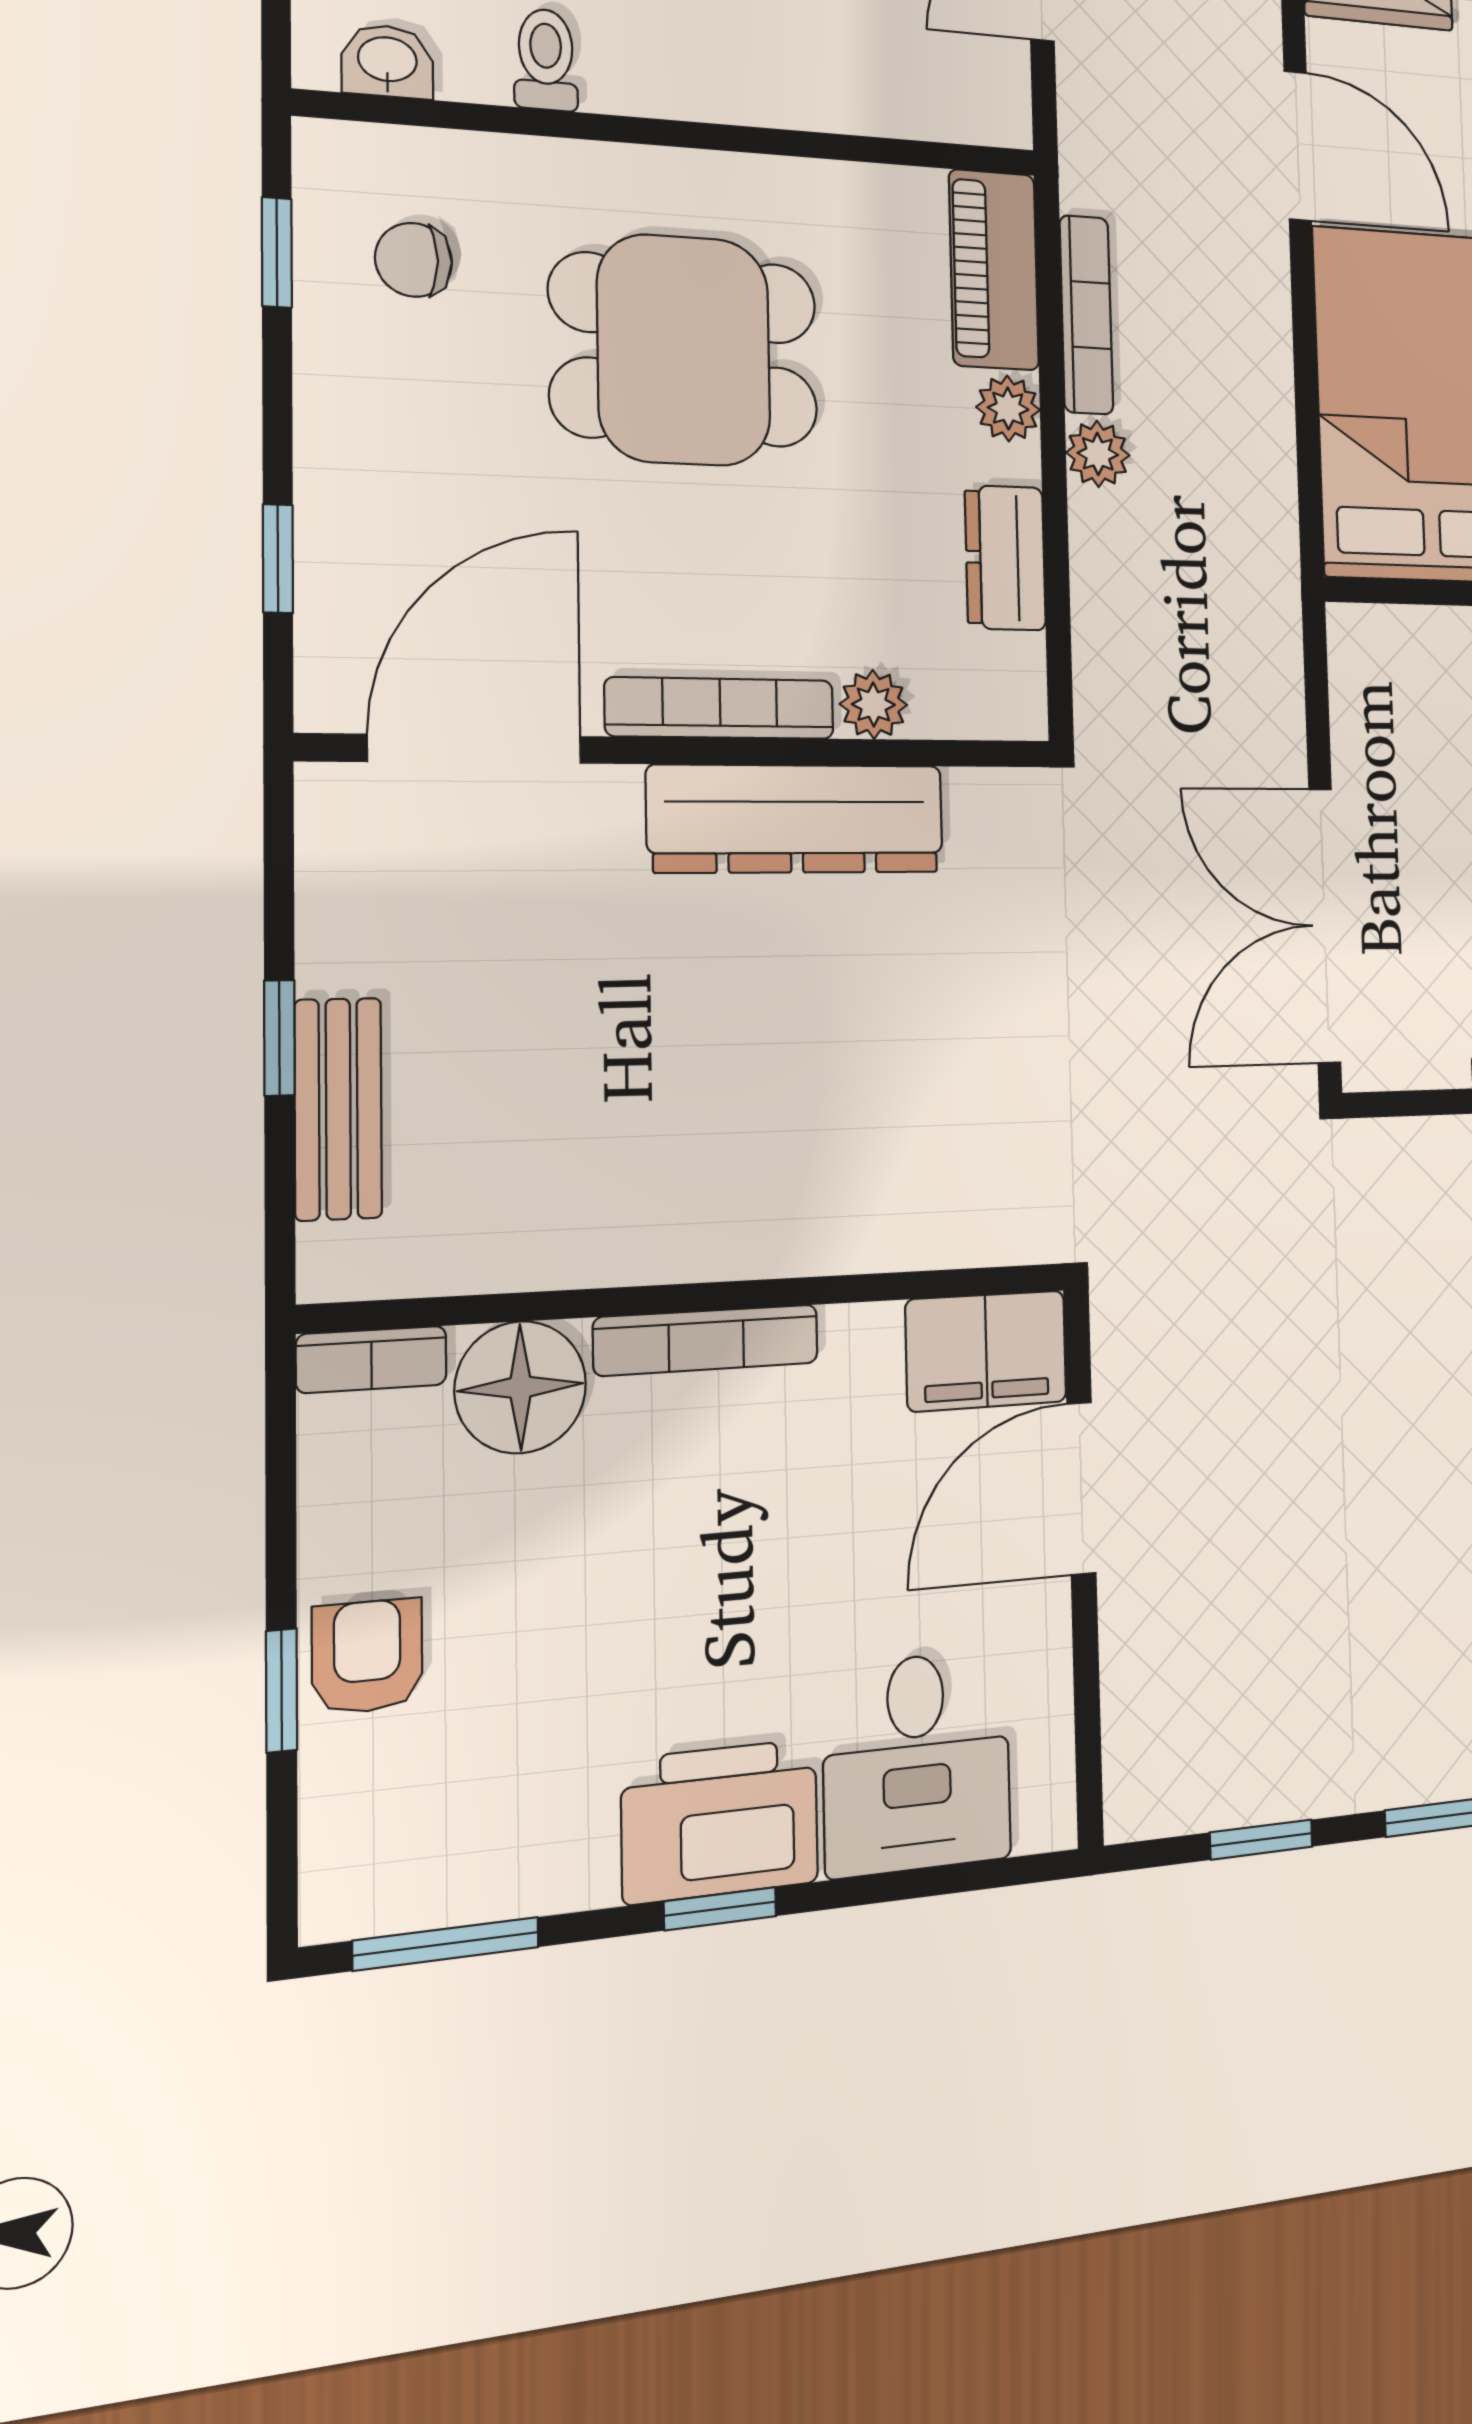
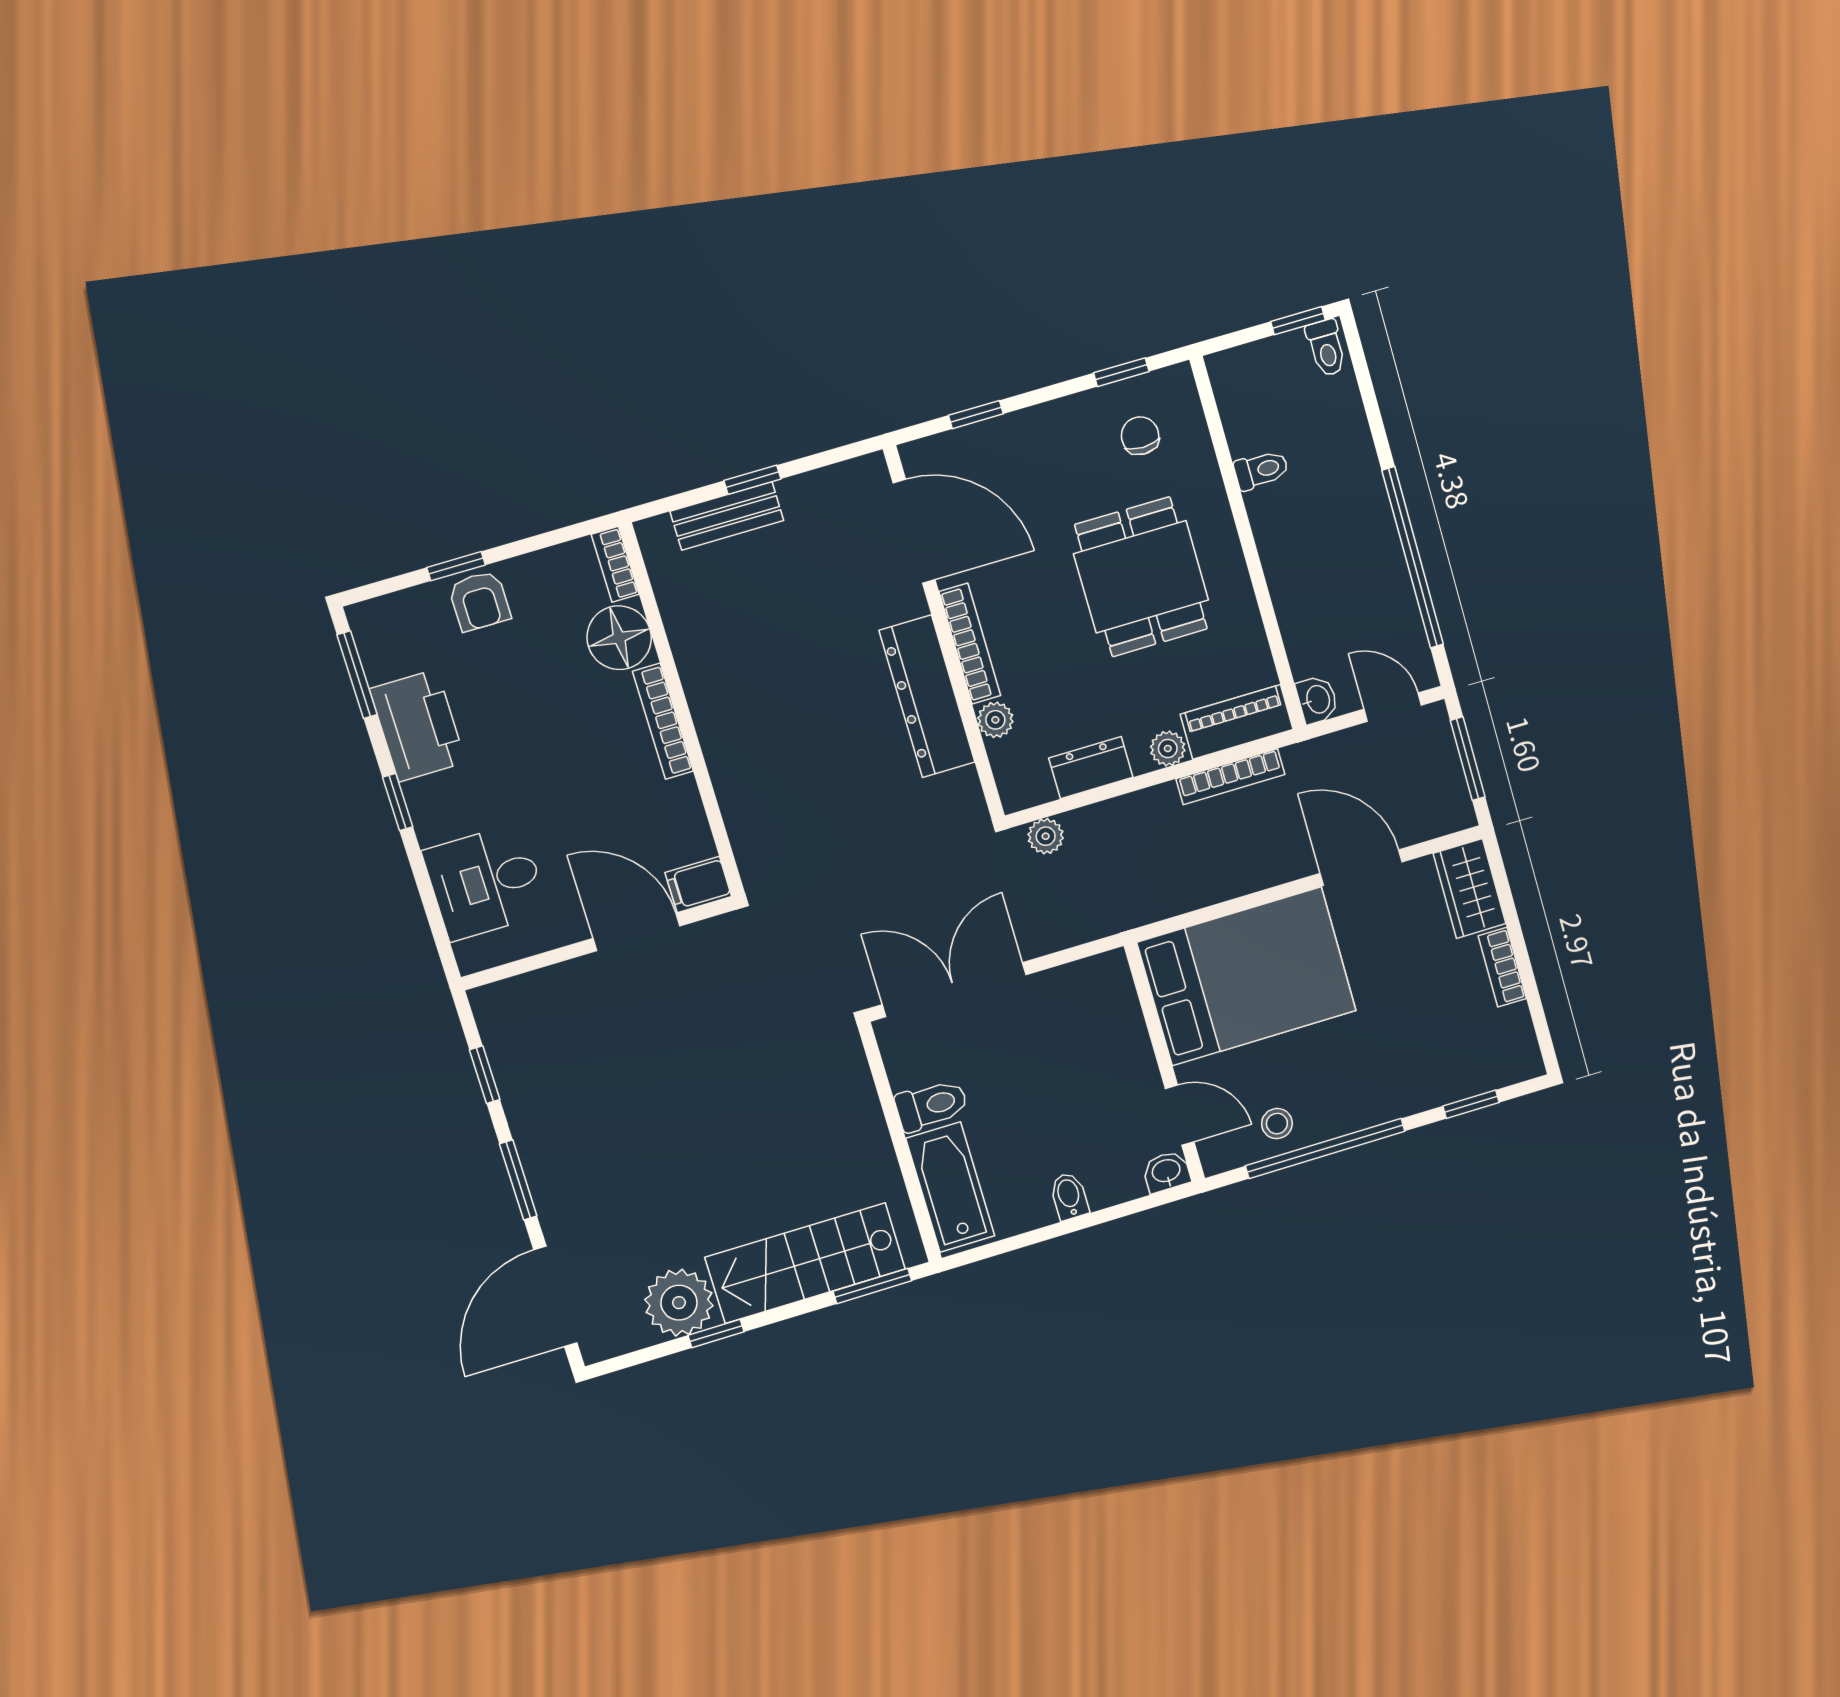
washbasin: (387, 61) -> (1317, 700), moved
door: (1298, 146) -> (1361, 868), swing flipped
plant: (1098, 454) -> (1046, 836), moved
filing cabinet: (986, 1351) -> (698, 884), width x0.50
armchair: (367, 1656) -> (479, 601), turned 90
printer: (720, 1821) -> (418, 726), moved

